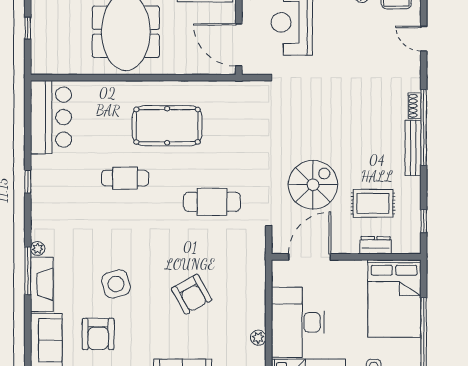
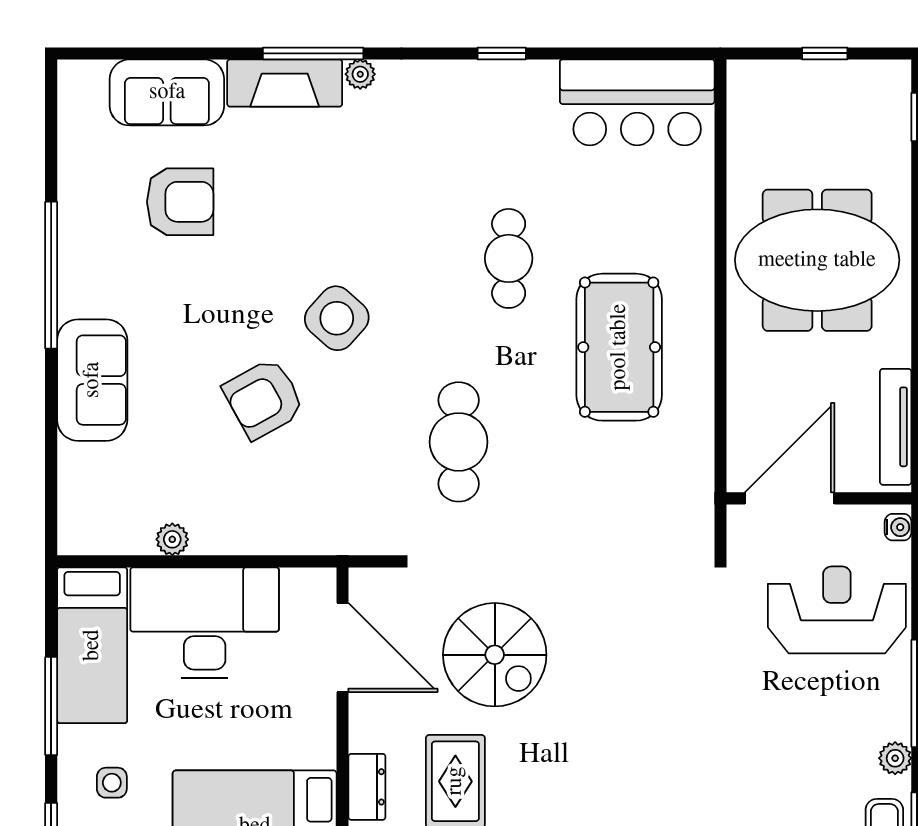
side table: (116, 284) -> (337, 318), moved, turned -33
armchair: (98, 334) -> (180, 202), turned 180

